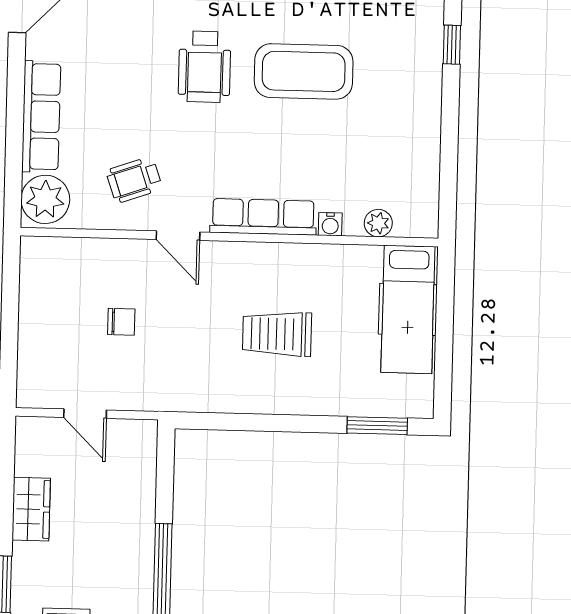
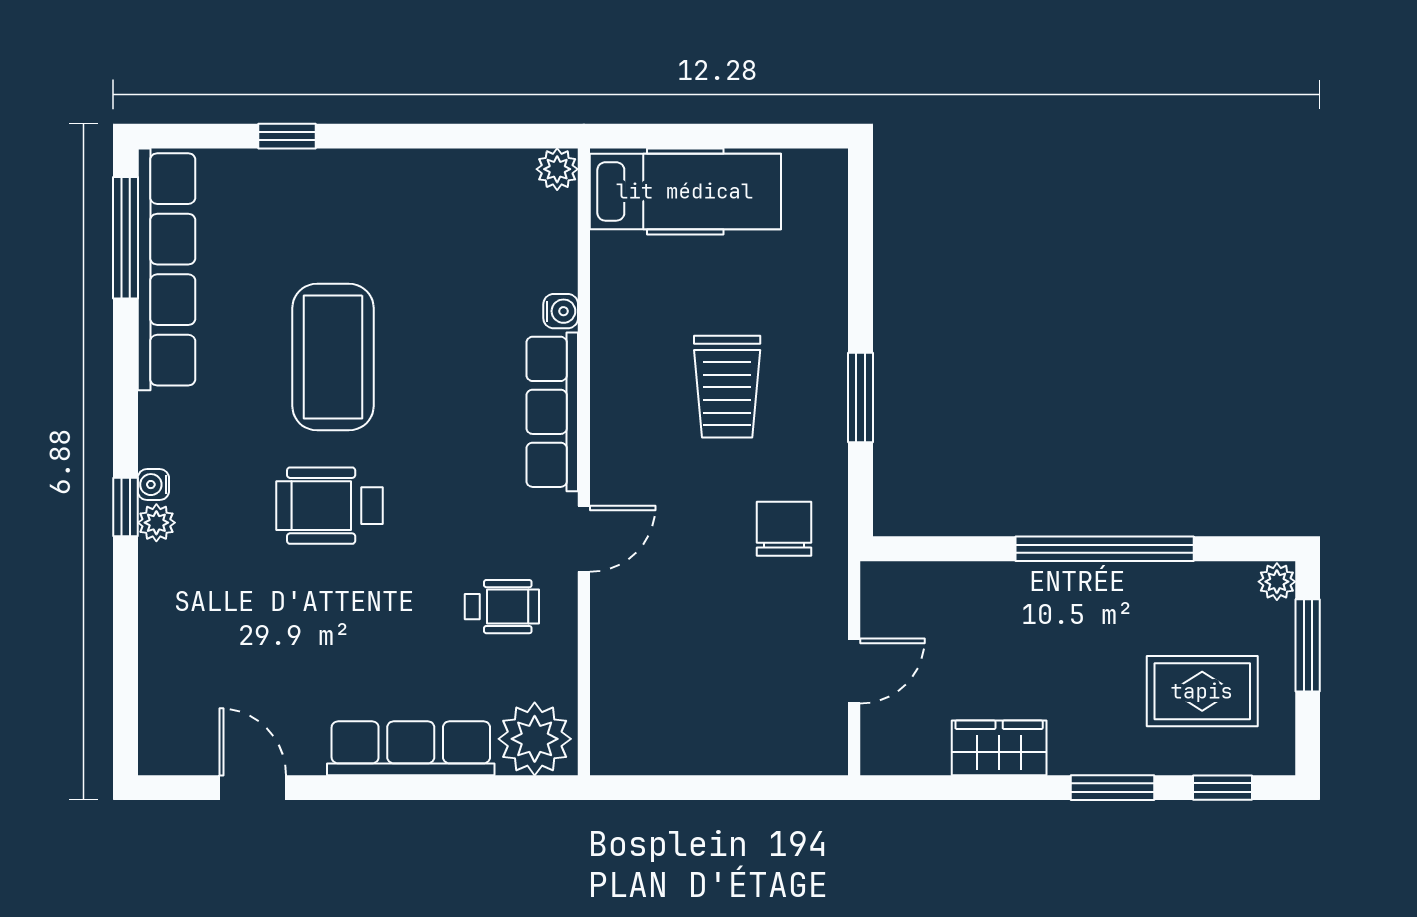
wheelchair: (205, 67) -> (330, 506), turned 180
wheelchair: (134, 180) -> (502, 607), turned -71
plant: (378, 223) -> (557, 169), moved
chair: (121, 322) -> (784, 529), moved, width x1.37, depth x1.37
window: (377, 426) -> (861, 397), moved

